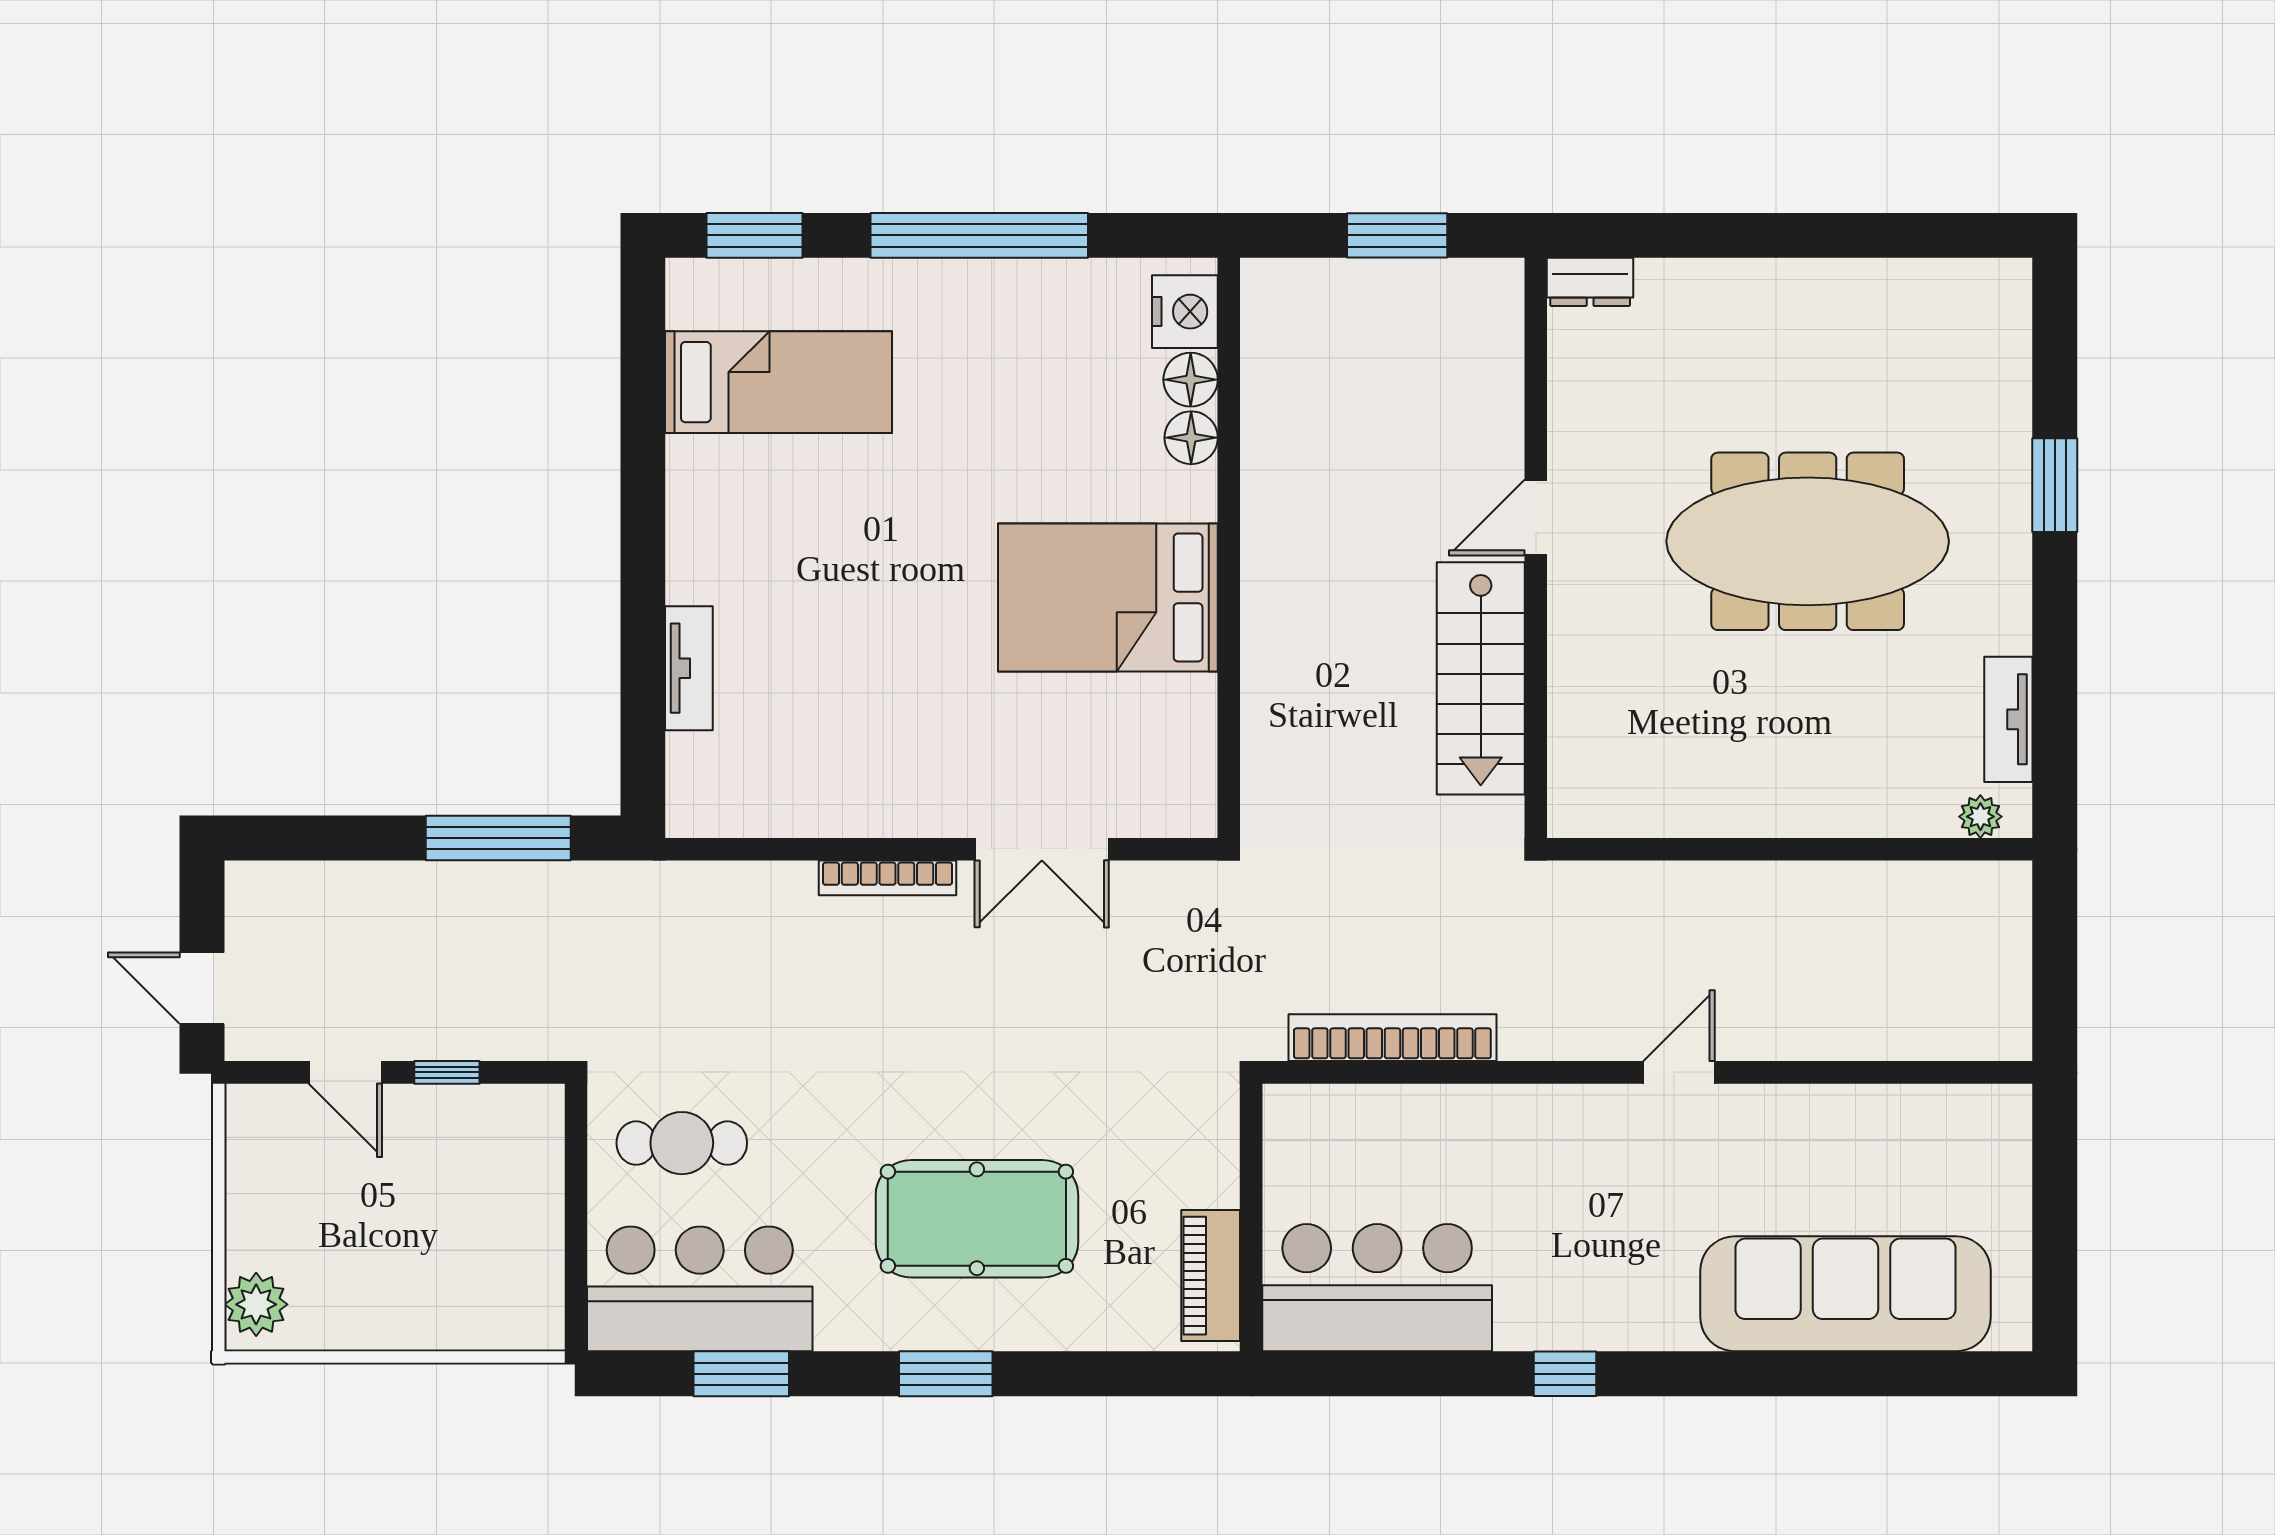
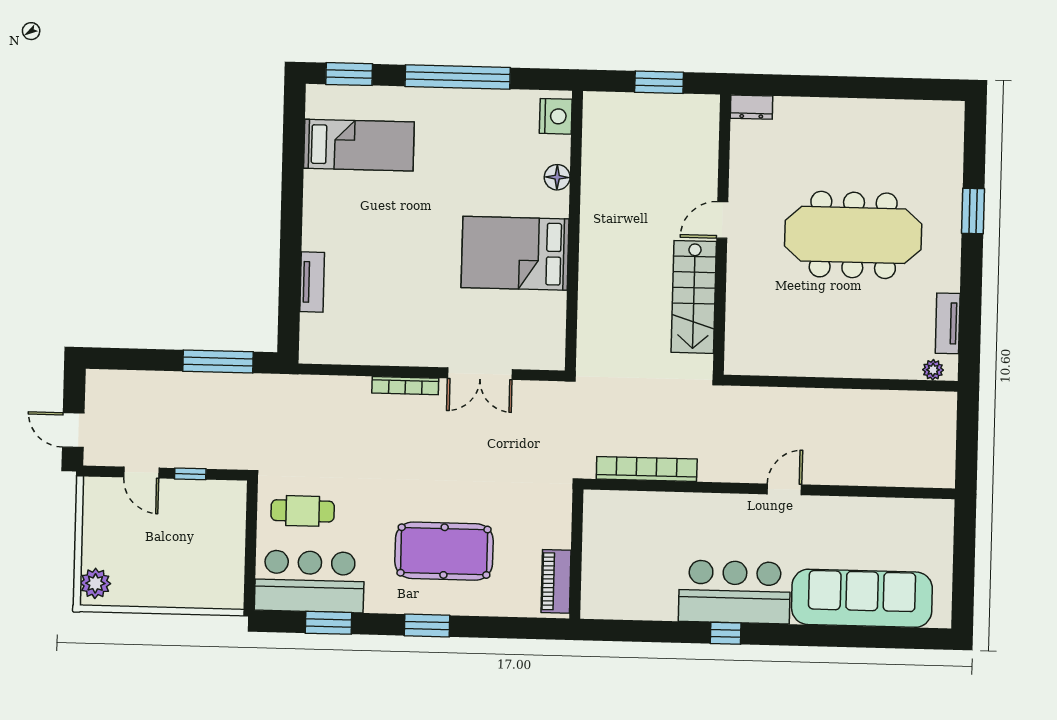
floor lamp: (1191, 380) -> (558, 149), removed
bar counter: (1377, 1288) -> (734, 592), moved

